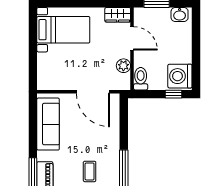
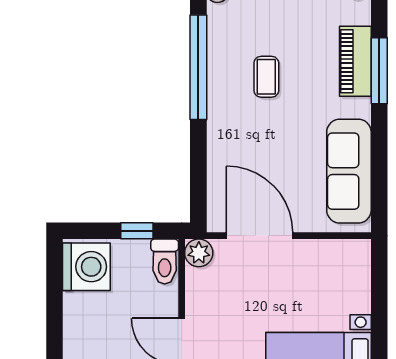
plant: (123, 66) -> (199, 253), moved
window: (174, 94) -> (137, 231), moved

